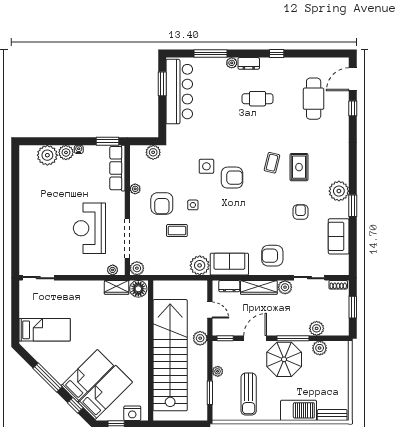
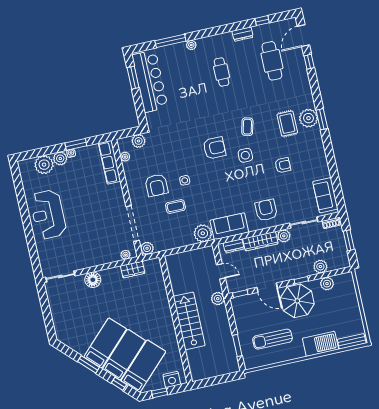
window: (277, 54) -> (262, 21), moved
dresser: (249, 63) -> (243, 34), moved
cafe table: (257, 99) -> (222, 72), turned 90
window: (107, 141) -> (76, 144), moved
side table: (206, 166) -> (245, 155), moved
rug: (299, 167) -> (287, 124), moved
plant: (135, 189) -> (125, 157), moved
plant: (339, 191) -> (309, 118), moved
window: (353, 206) -> (322, 119), moved
armchair: (301, 212) -> (283, 165), turned 90
reception desk: (89, 228) -> (48, 214), moved
sofa: (339, 236) -> (325, 195), moved
armchair: (272, 256) -> (266, 210), turned 90
floor lamp: (138, 289) -> (93, 280), moved
bed: (45, 330) -> (105, 343), moved, turned -45
door: (255, 338) -> (267, 288), swing flipped
window: (293, 338) -> (301, 280), width x0.46
stairs: (170, 355) -> (189, 321), width x0.54, depth x0.66
plant: (218, 371) -> (240, 325), removed
window: (47, 378) -> (88, 364), width x0.69
sun lounger: (249, 394) -> (272, 339), turned 90

